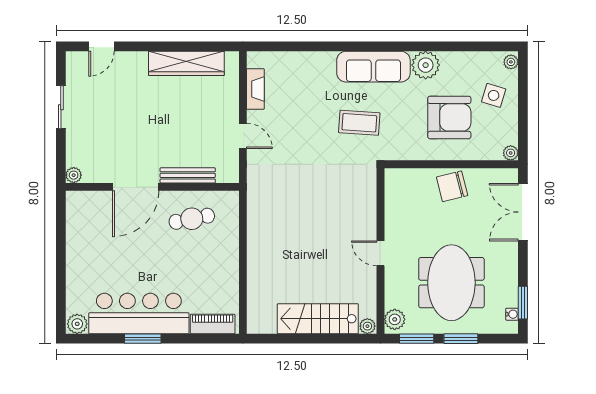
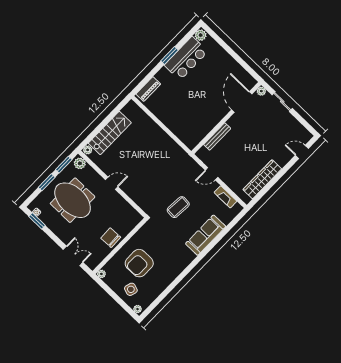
door: (101, 46) -> (302, 152), hinge flipped
plant: (426, 65) -> (169, 274), removed
sofa: (373, 67) -> (206, 235), moved
sliding door: (61, 107) -> (282, 102), moved
coffee table: (359, 123) -> (178, 207), moved
chair: (452, 186) -> (111, 238), turned -78
door: (136, 187) -> (242, 102), moved
double door: (523, 212) -> (73, 256), width x0.73
cafe table: (192, 219) -> (198, 121), removed
bar counter: (139, 314) -> (186, 58), width x0.73

